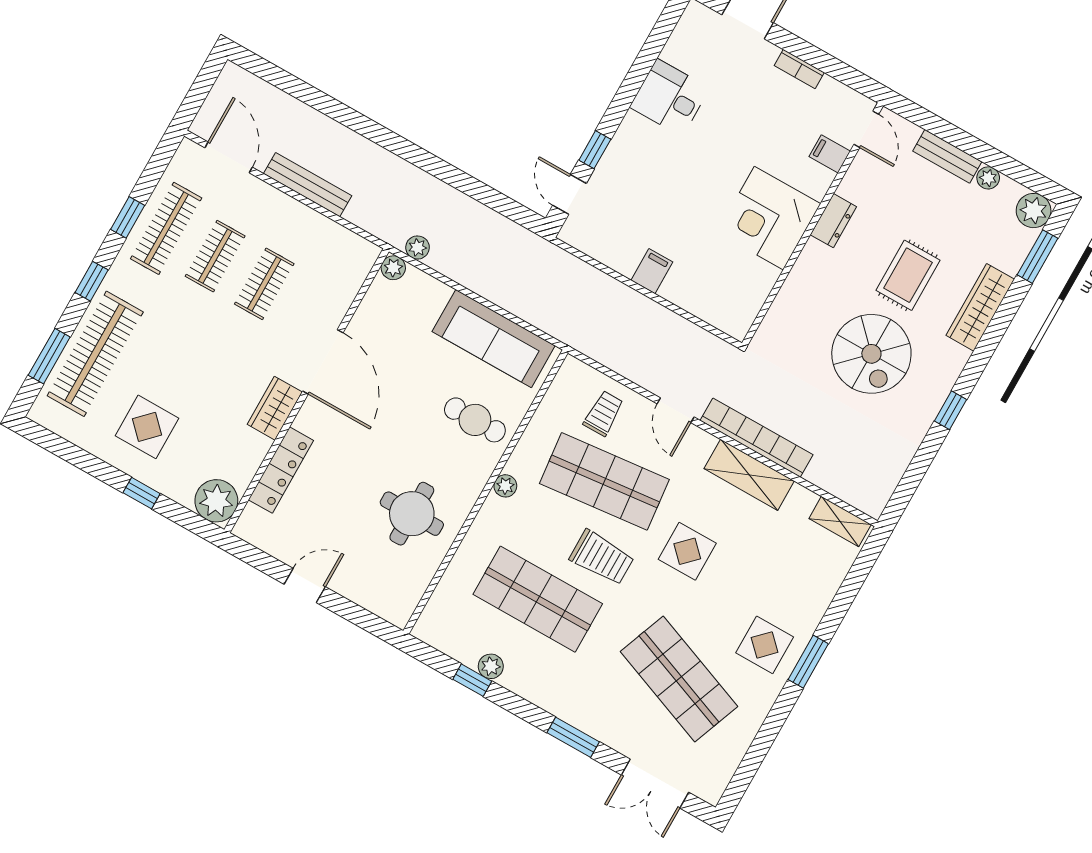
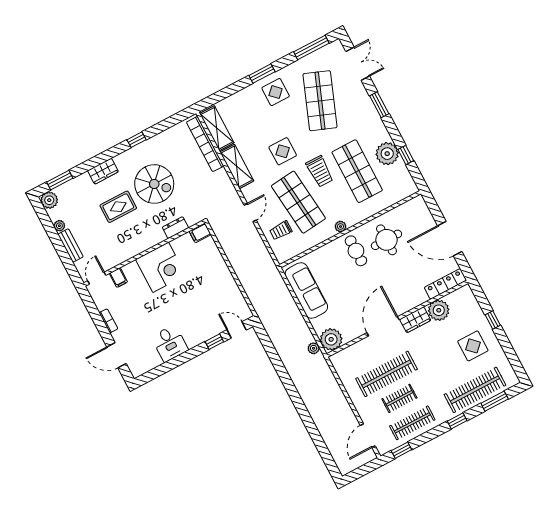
bench: (308, 185) -> (342, 403), removed
door: (570, 194) -> (237, 330), swing flipped
window: (128, 217) -> (401, 450), moved
dresser: (833, 221) -> (175, 228), moved
plant: (393, 268) -> (331, 339), width x1.87, depth x1.87
filing cabinet: (652, 271) -> (200, 233), moved
clothes rail: (264, 284) -> (387, 374), width x1.86, depth x1.31
wardrobe: (980, 307) -> (103, 171), width x0.67
spiral stairs: (871, 354) -> (154, 184), turned 90
cafe table: (475, 420) -> (356, 251), moved
bookcase: (757, 438) -> (205, 144), moved
locker: (281, 470) -> (445, 284), moved
plant: (216, 501) -> (439, 310), moved
shelving: (840, 522) -> (217, 128), width x1.50, depth x1.33
trolley: (602, 558) -> (320, 171), turned 180
door: (305, 585) -> (450, 239), width x1.87
plant: (491, 666) -> (387, 154), width x1.88, depth x1.88
window: (752, 761) -> (311, 47), added

